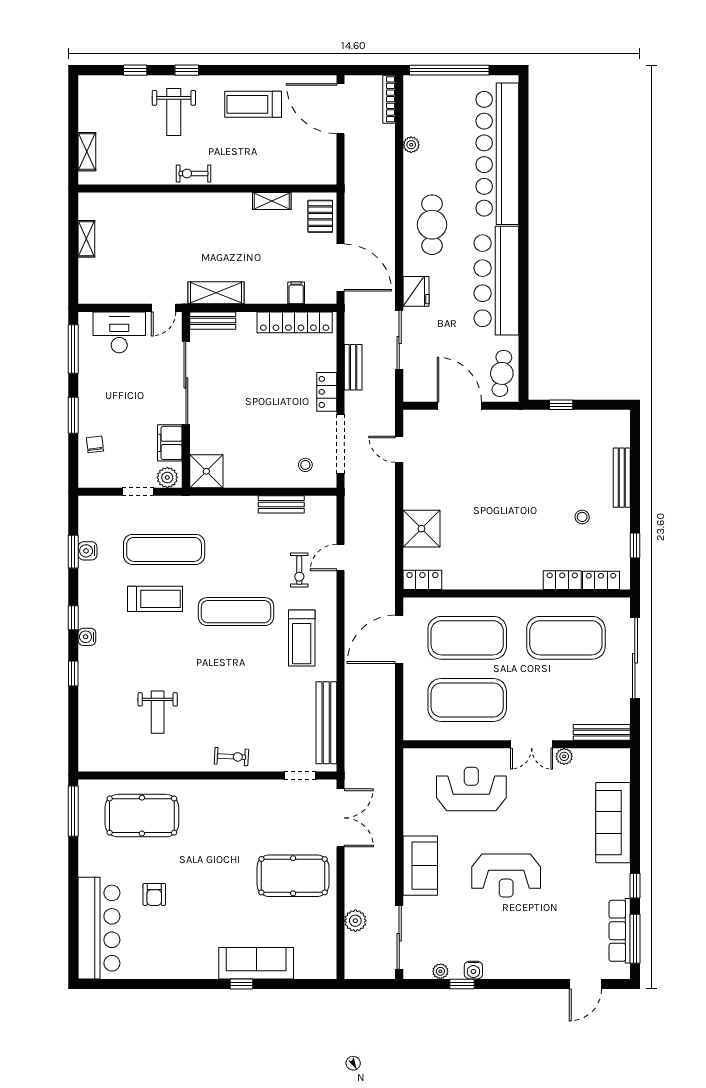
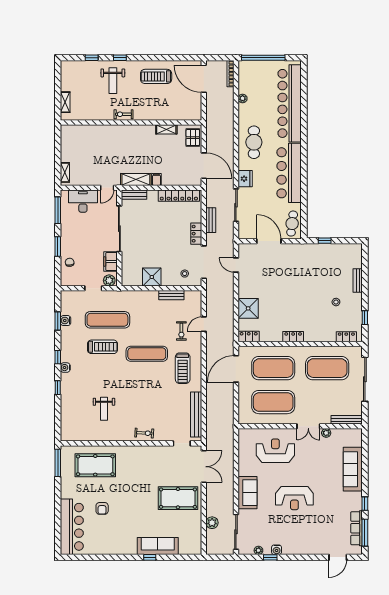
shelving: (86, 239) -> (65, 172), moved
filing cabinet: (296, 293) -> (156, 179), moved
shower: (206, 471) -> (152, 277), moved
bench: (622, 478) -> (358, 281), width x0.73
locker: (562, 580) -> (293, 337), moved

